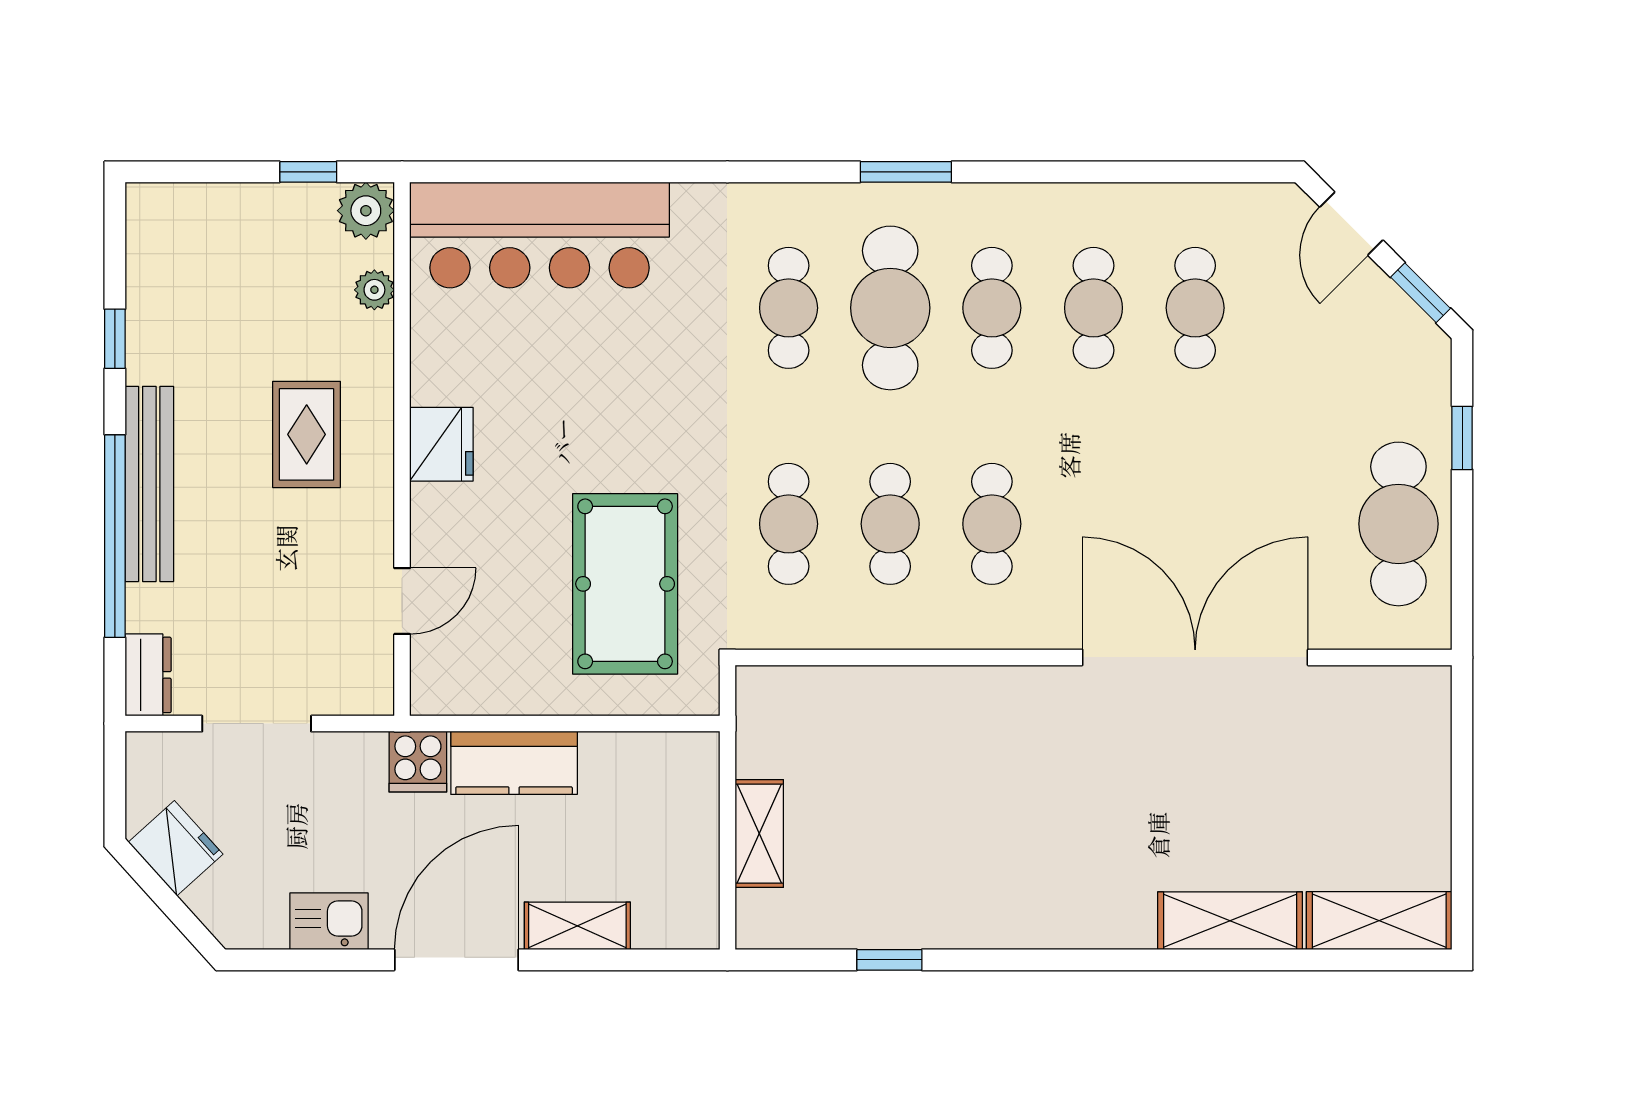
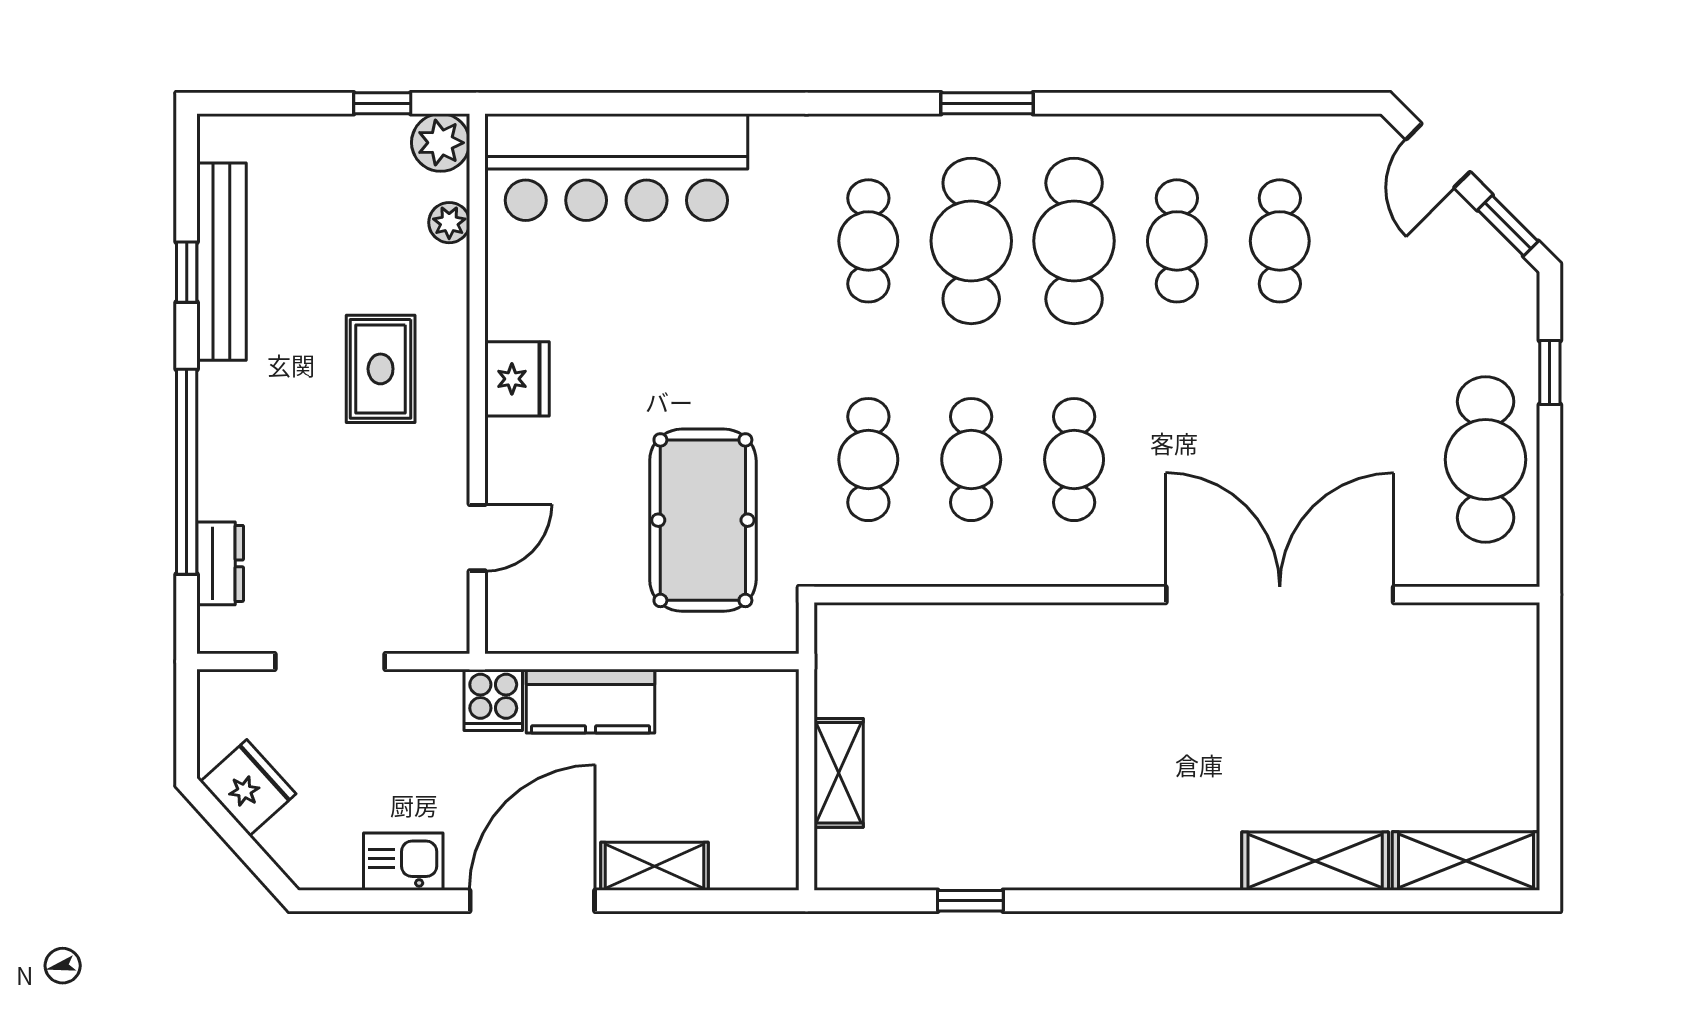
cafe table: (992, 308) -> (1074, 241), width x1.37, depth x1.35
bench: (149, 484) -> (221, 262), moved
dresser: (148, 675) -> (220, 563), moved

